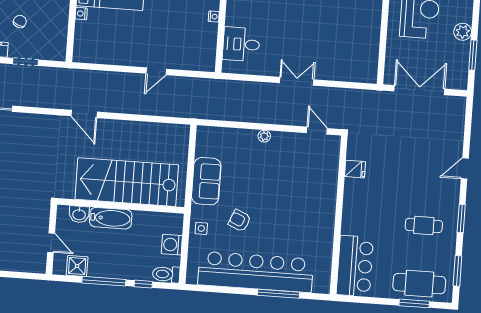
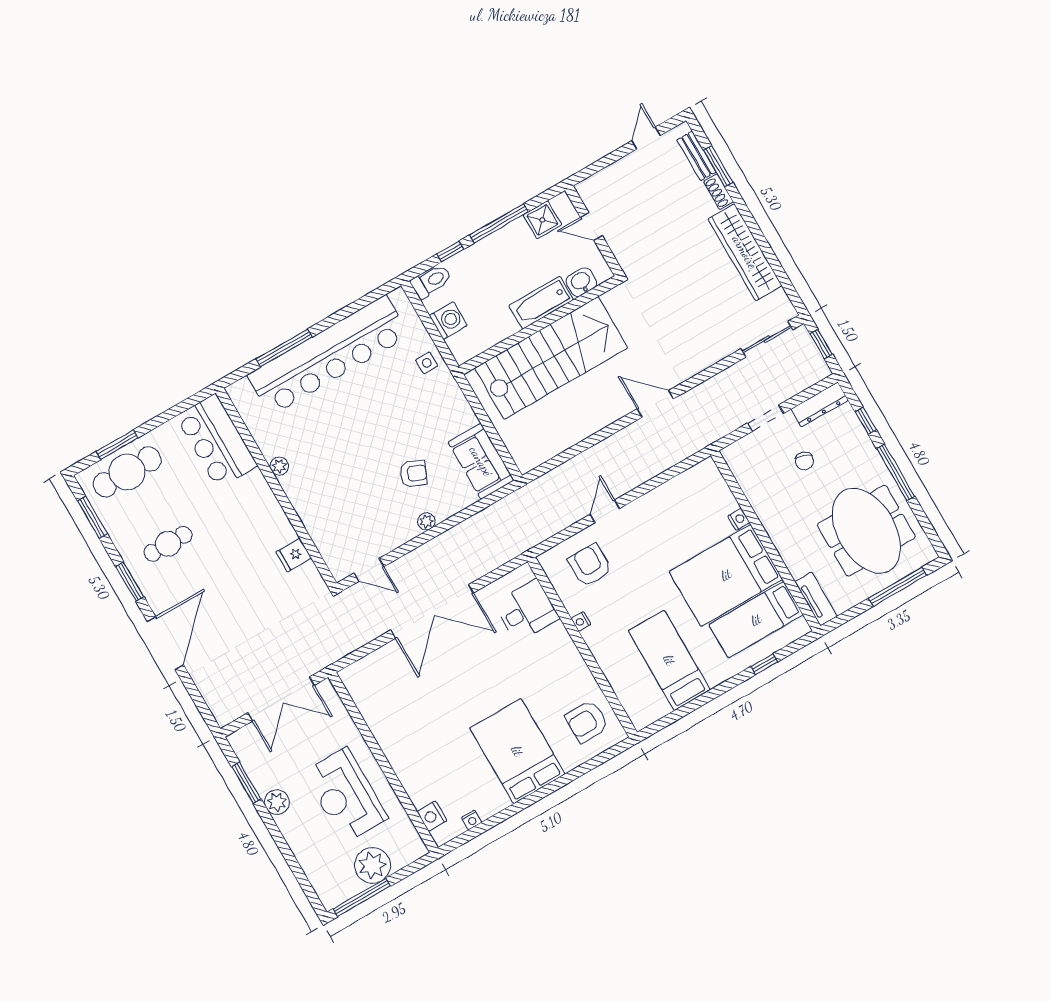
armchair: (186, 46) -> (590, 565), added
double door: (297, 81) -> (432, 612), width x1.87
door: (465, 168) -> (165, 643), width x1.87
sofa: (206, 181) -> (481, 461), moved
armchair: (240, 221) -> (413, 474), moved
plant: (328, 227) -> (279, 466), added

